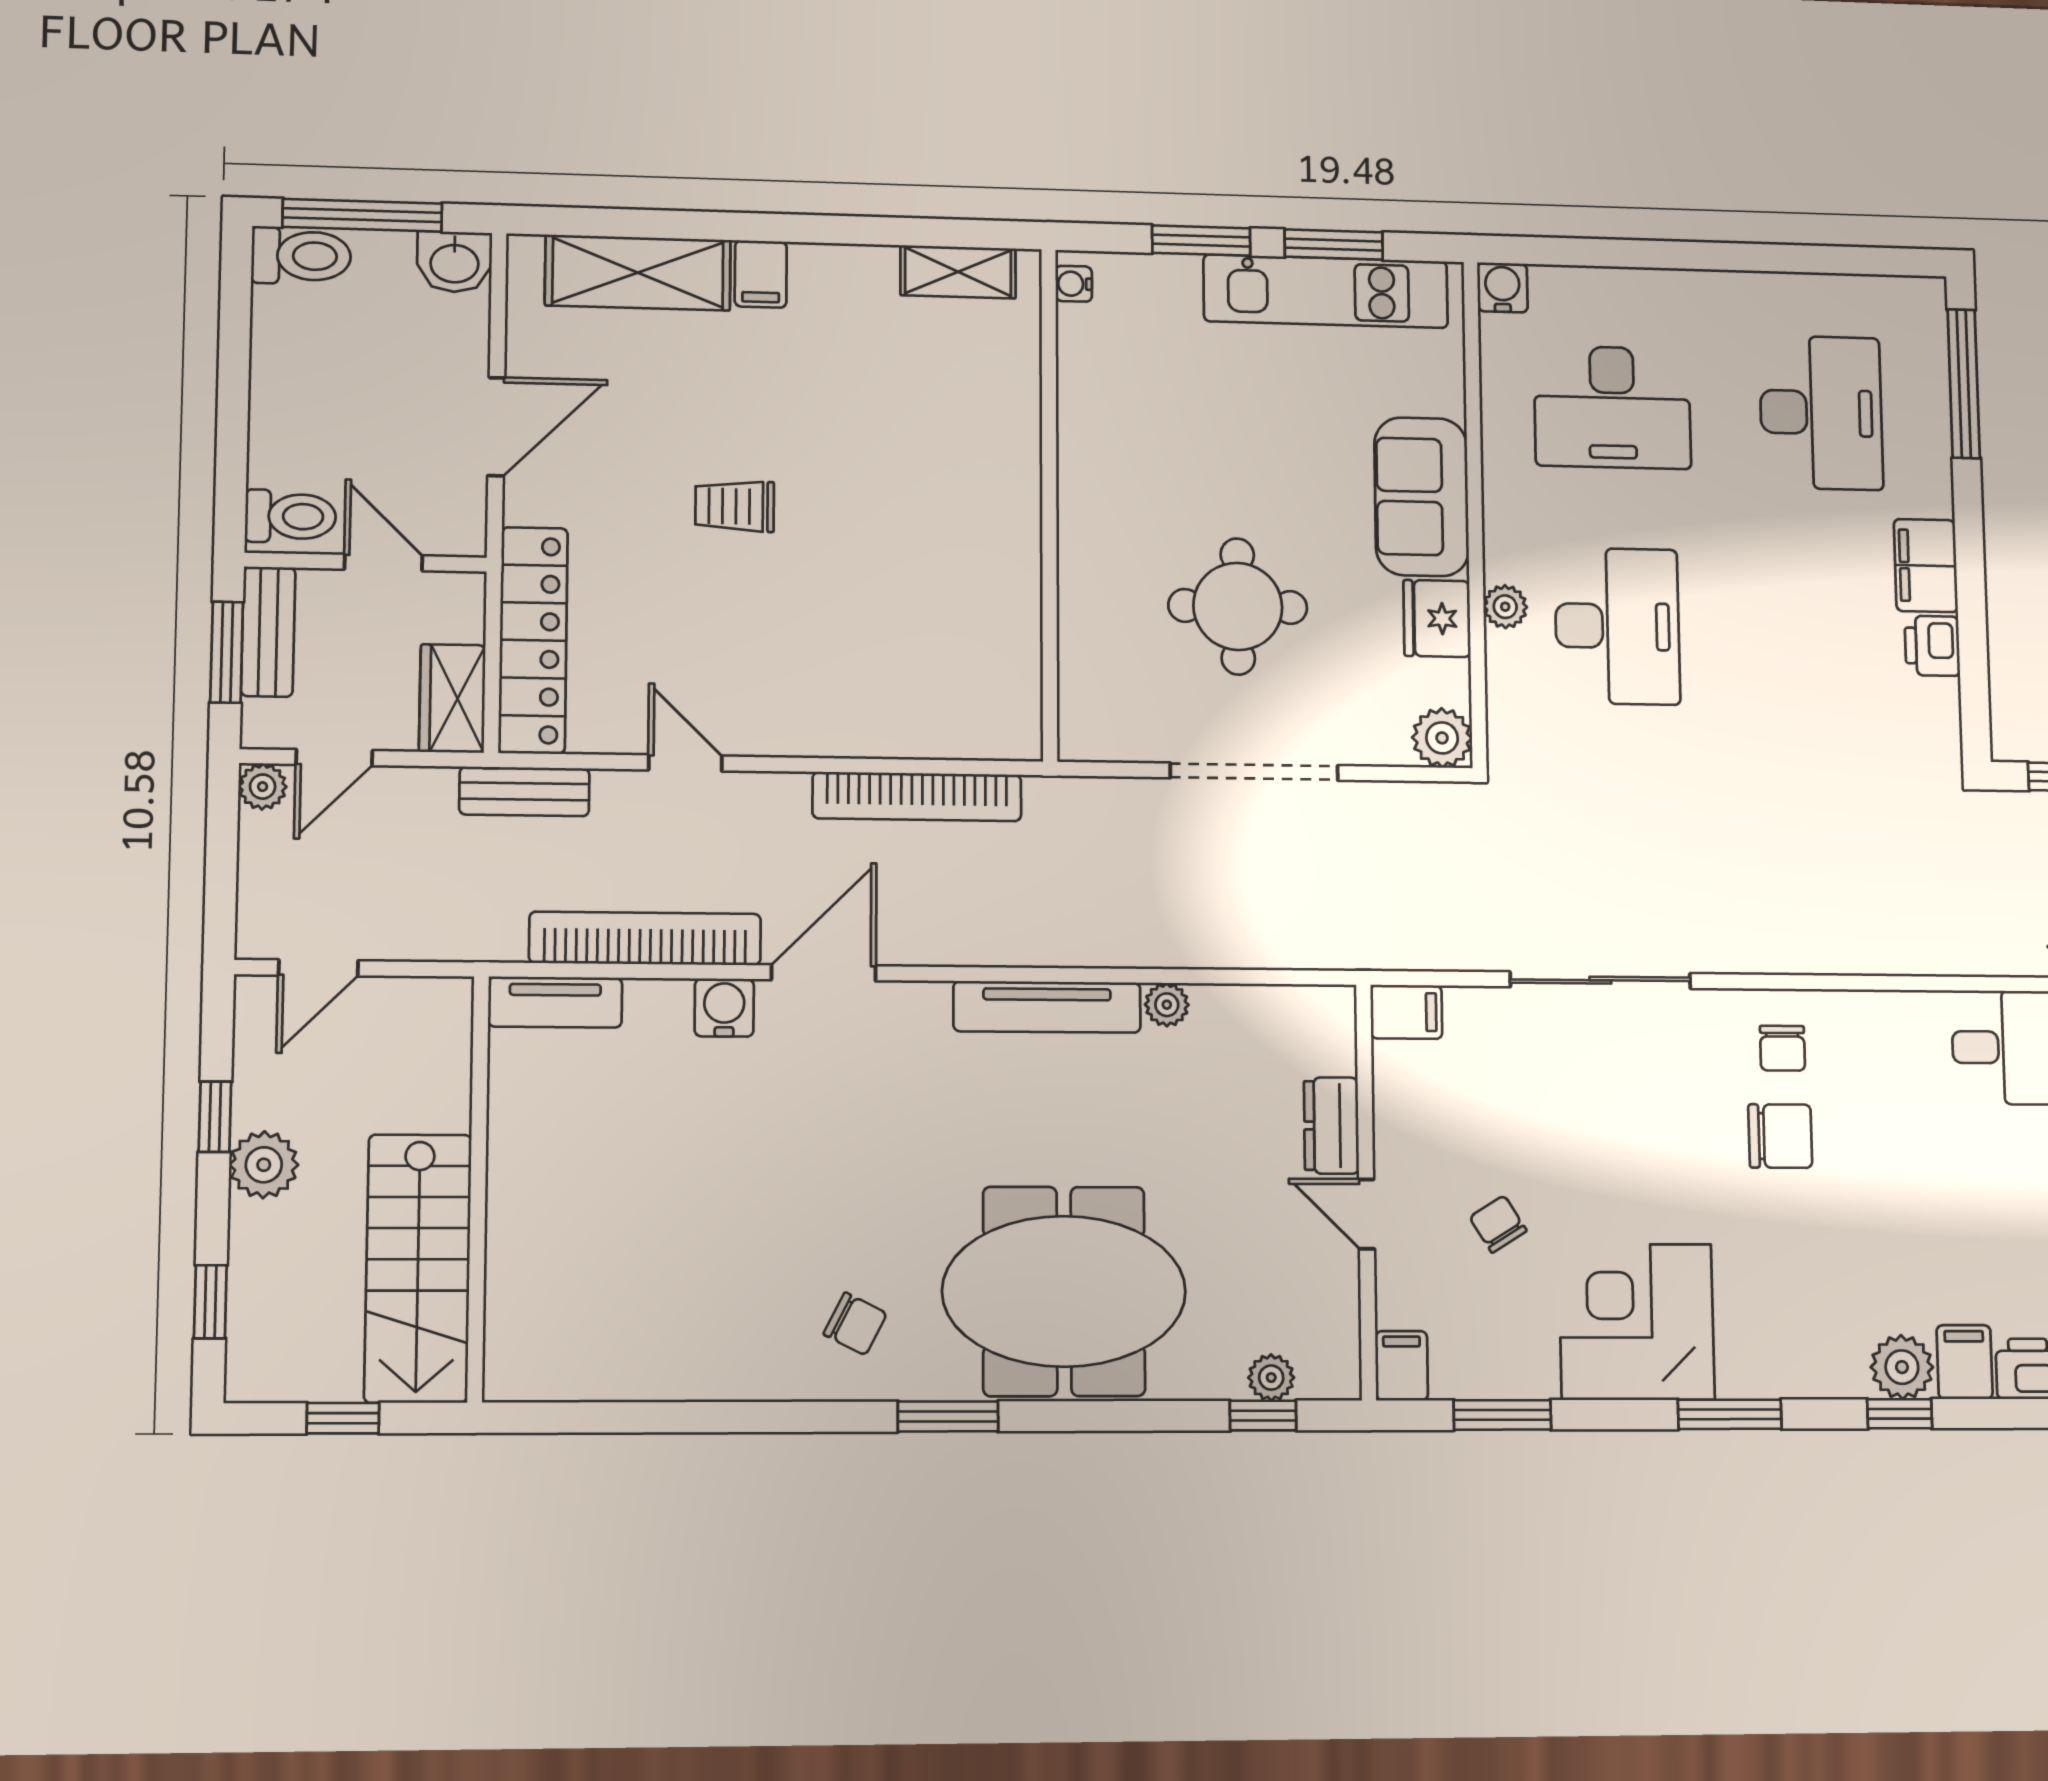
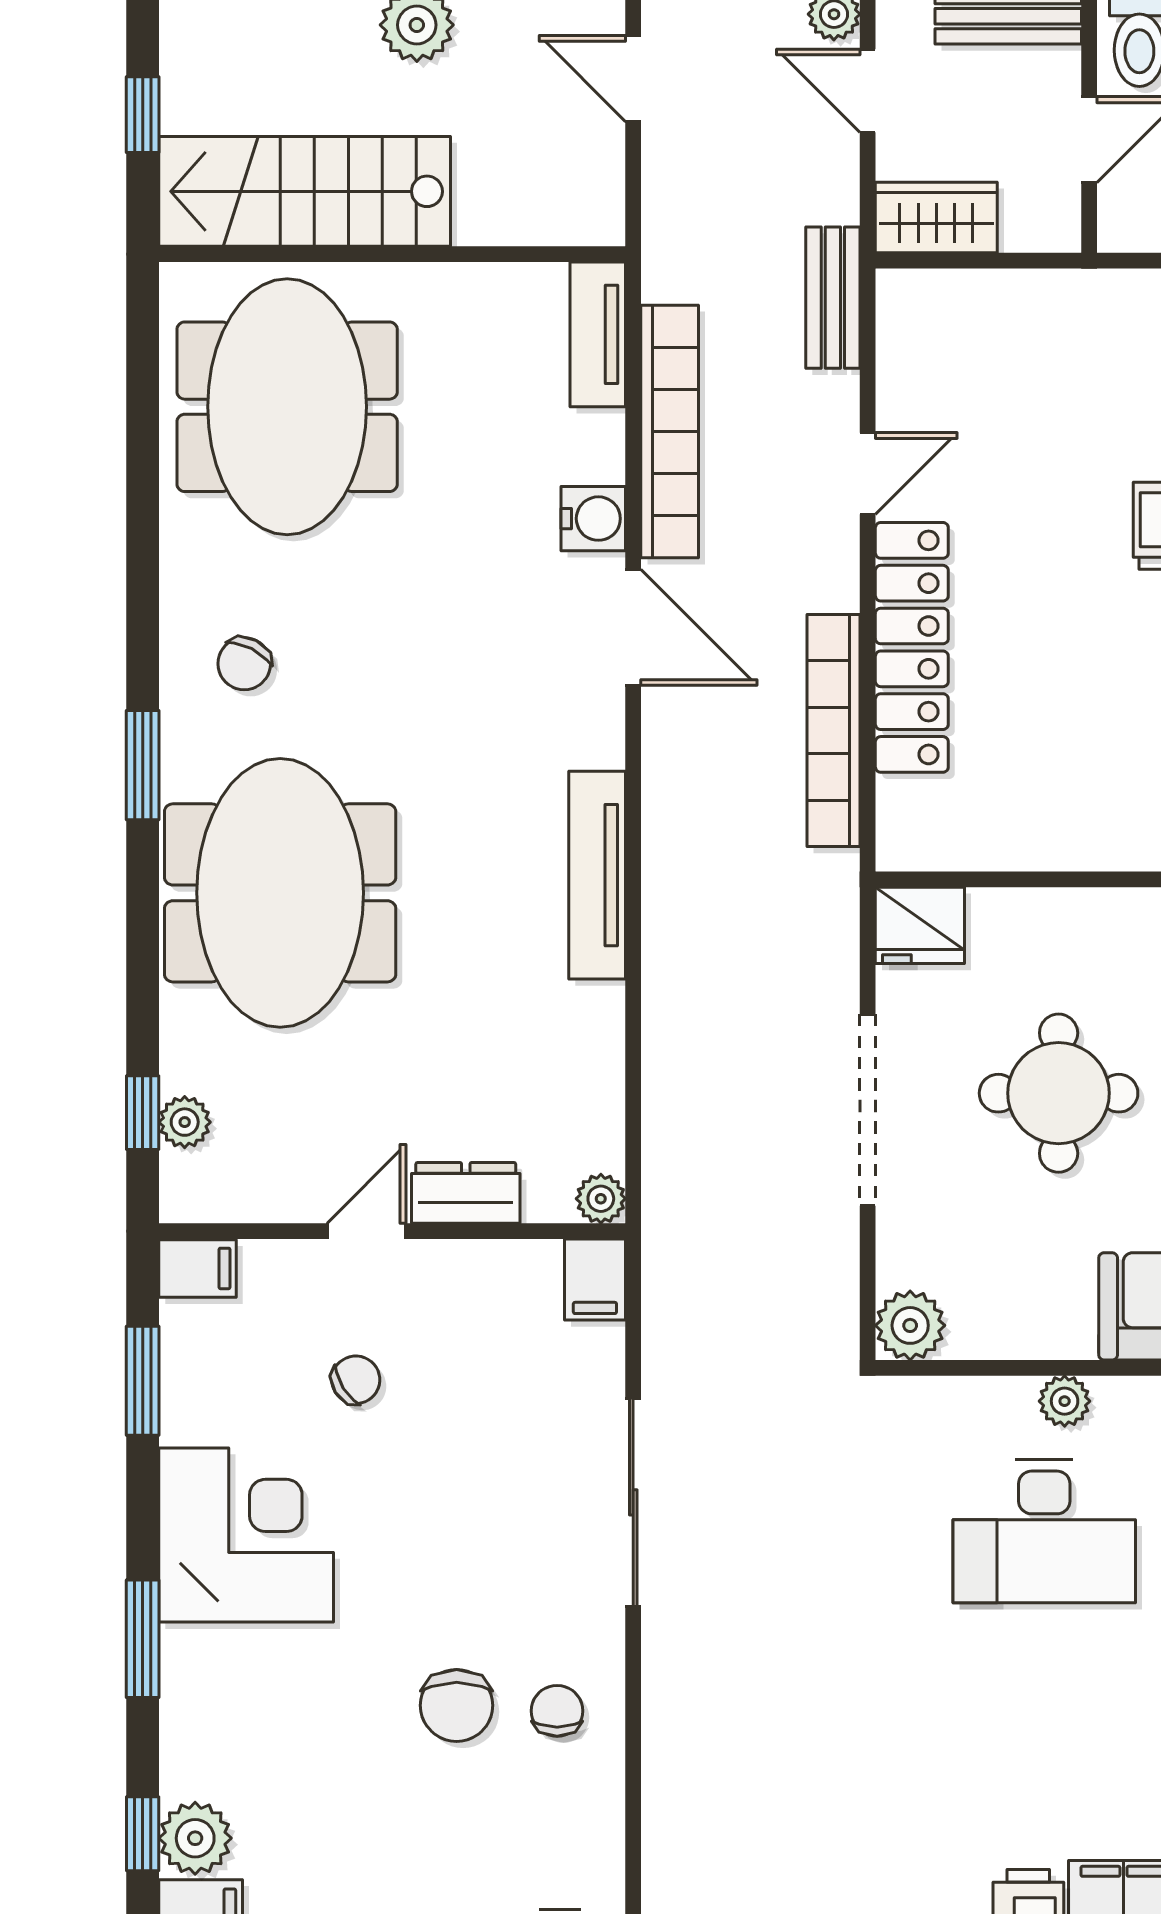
fridge: (1437, 618) -> (920, 925), moved, turned 180
locker: (533, 640) -> (912, 647), moved, turned -90
plant: (1167, 1005) -> (601, 1199), moved
chair: (1782, 1048) -> (557, 1711), turned 90
meeting table: (619, 1285) -> (287, 407), added

